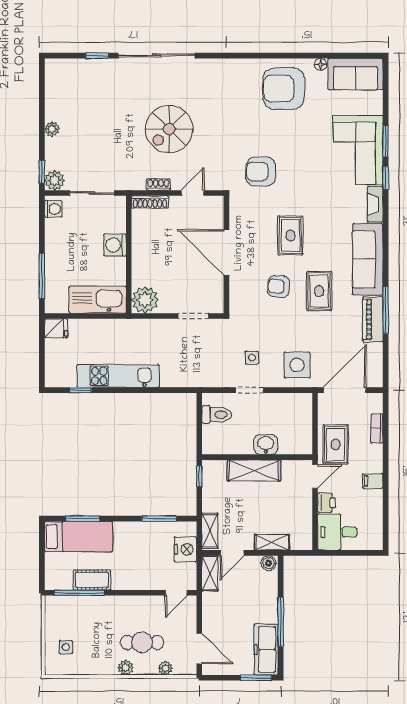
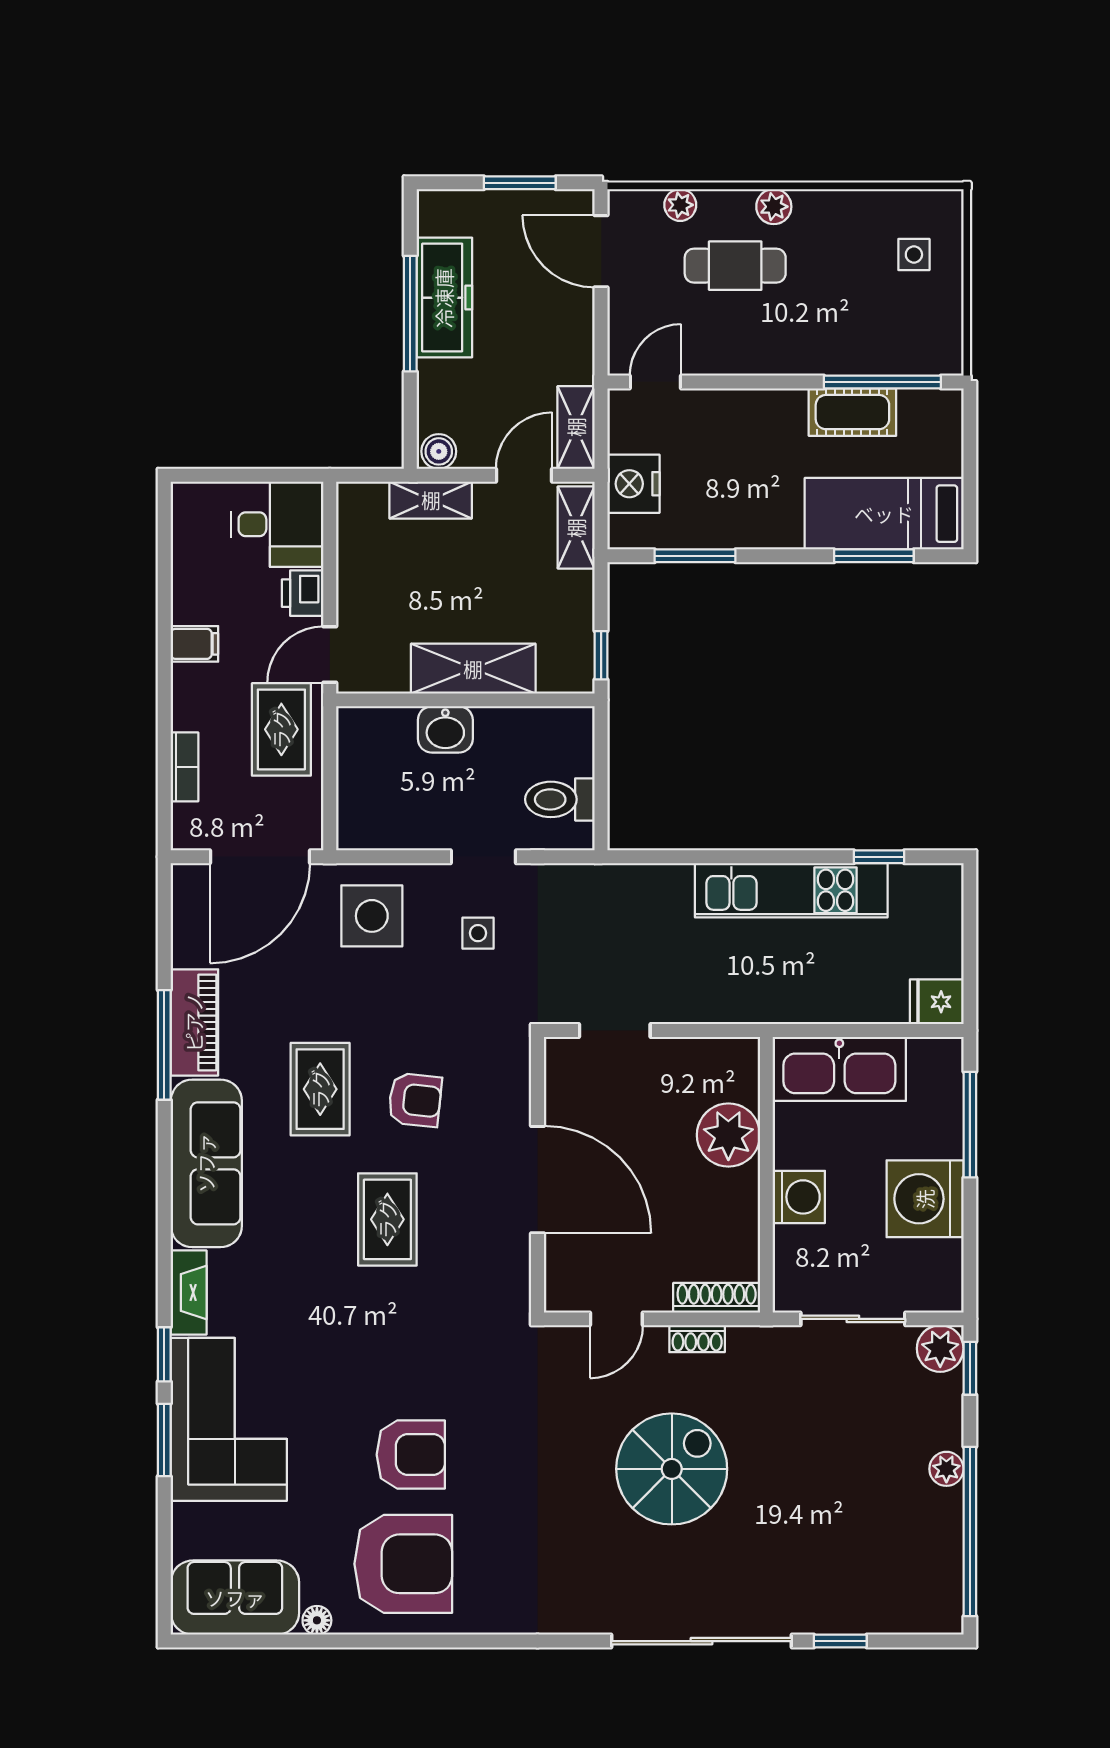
window: (42, 102) -> (970, 1531), added
armchair: (261, 172) -> (411, 1455), moved
washing machine: (53, 209) -> (925, 1199), moved, width x1.89, depth x1.89
plant: (145, 300) -> (728, 1135), moved
freezer: (266, 650) -> (444, 298), moved
window: (256, 678) -> (520, 183), moved

